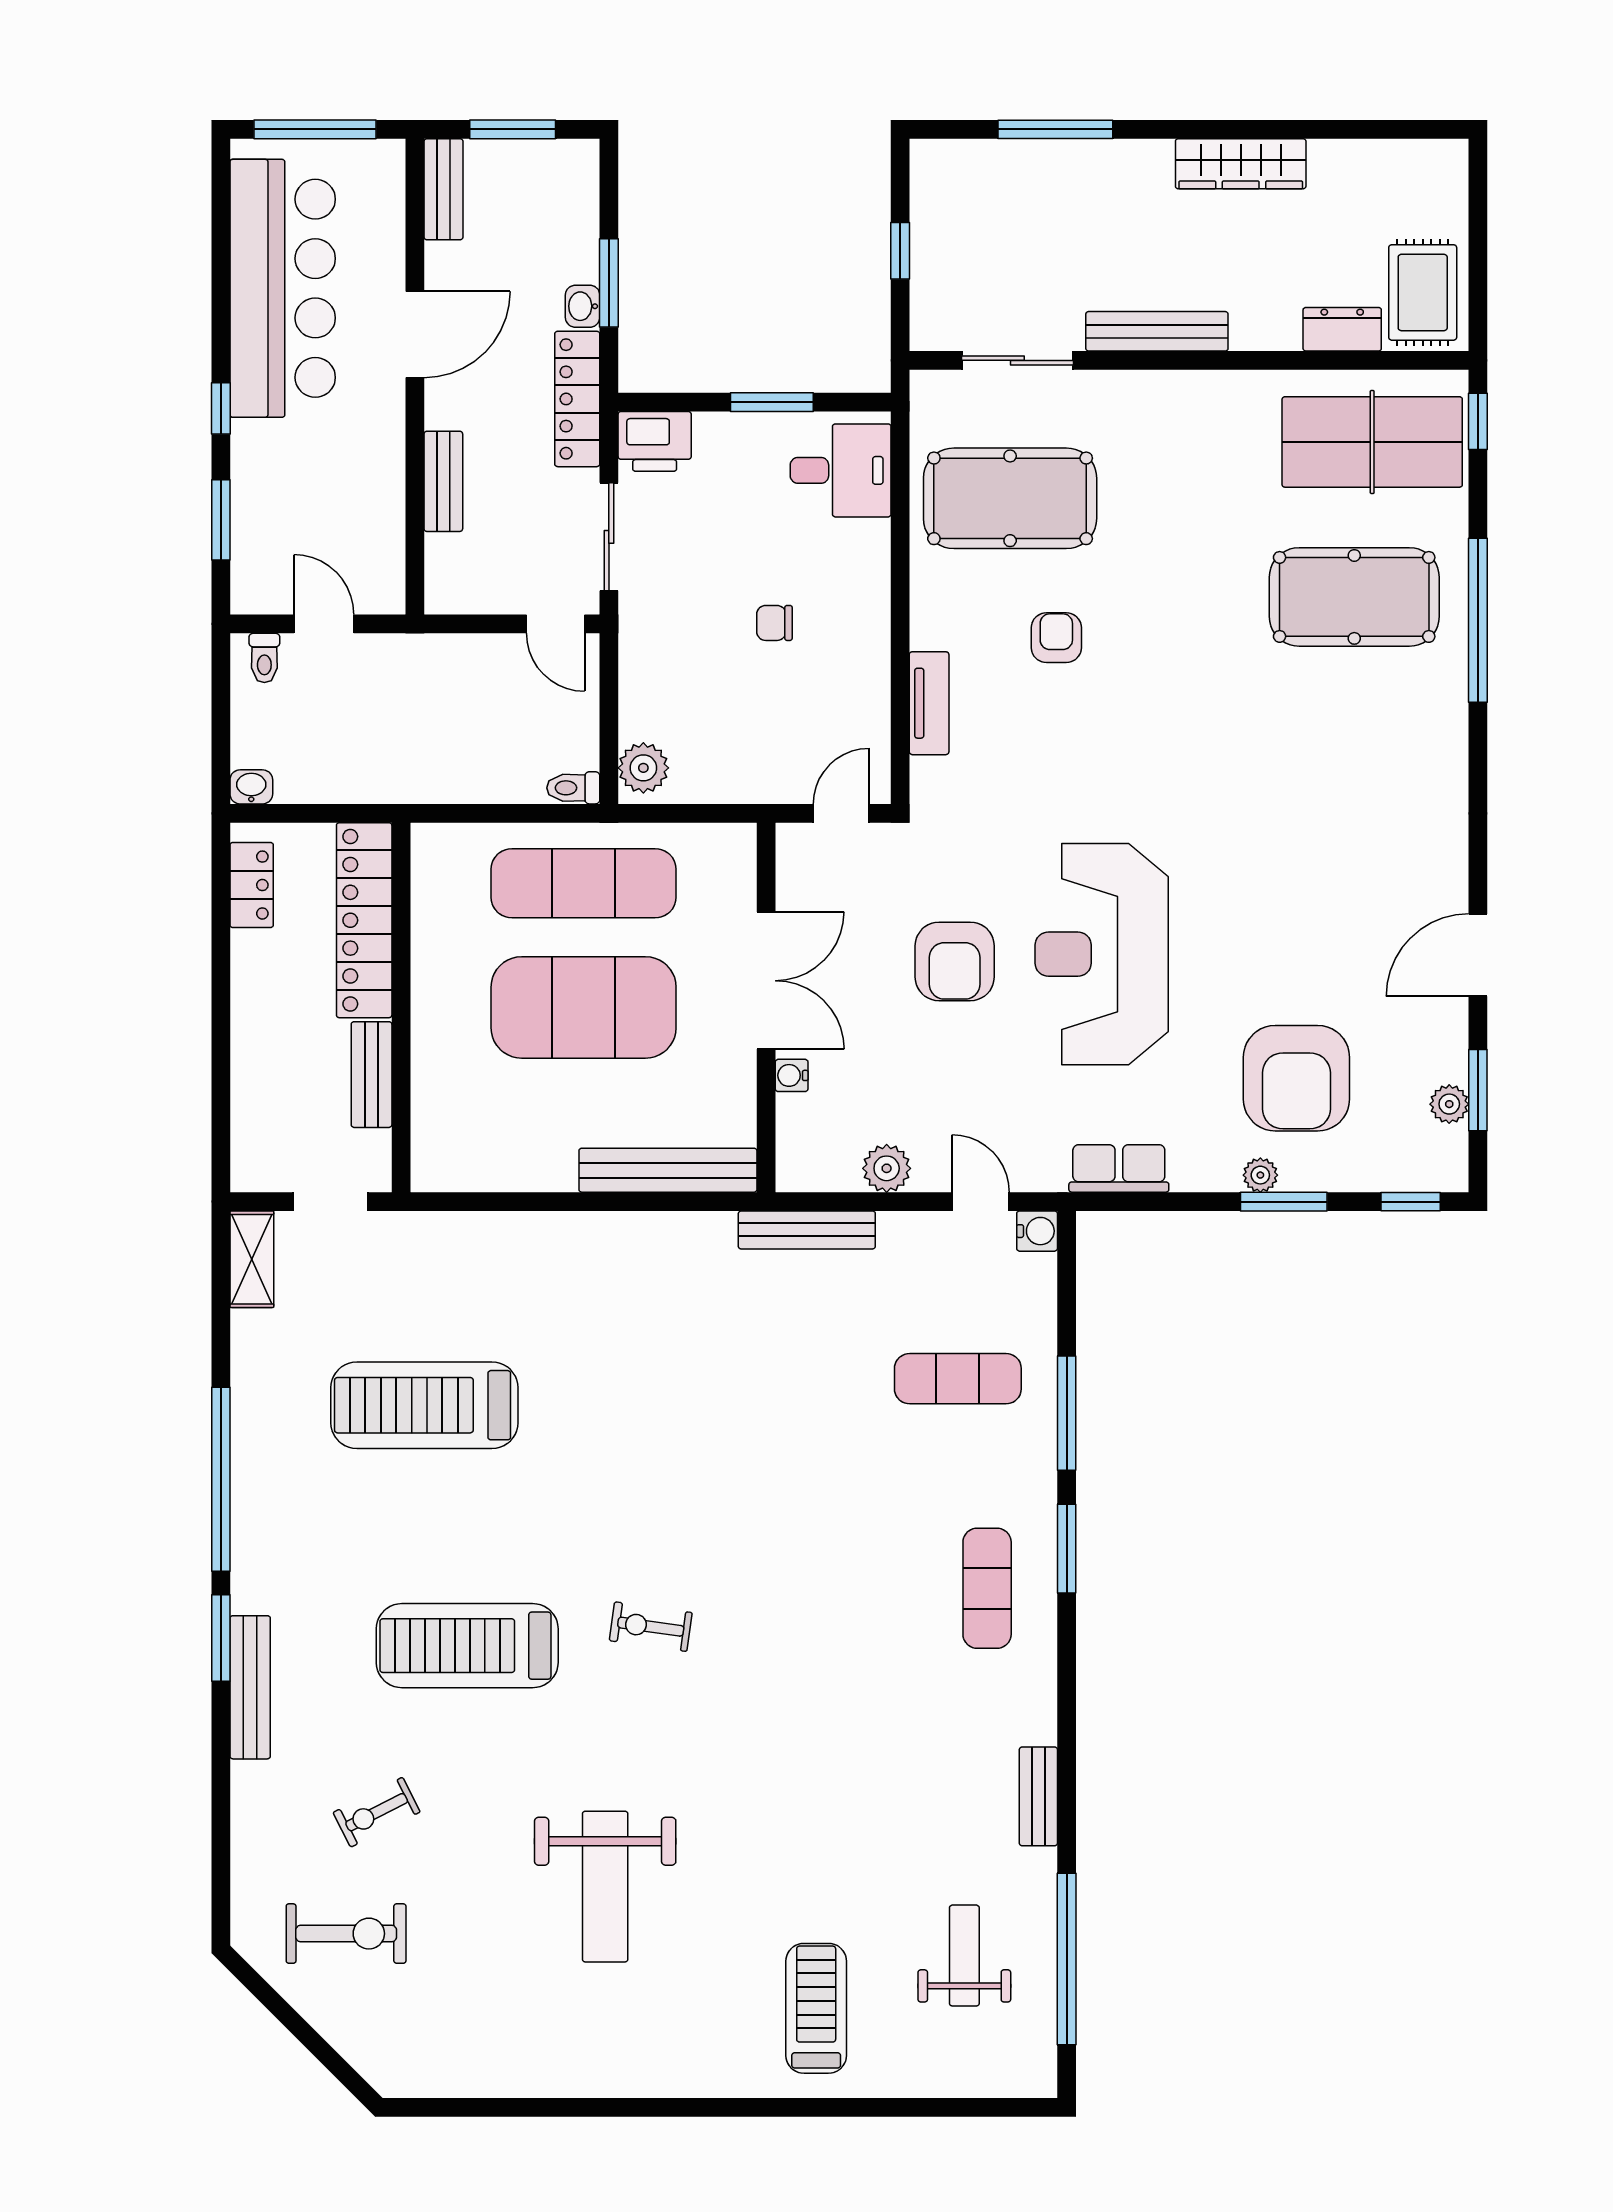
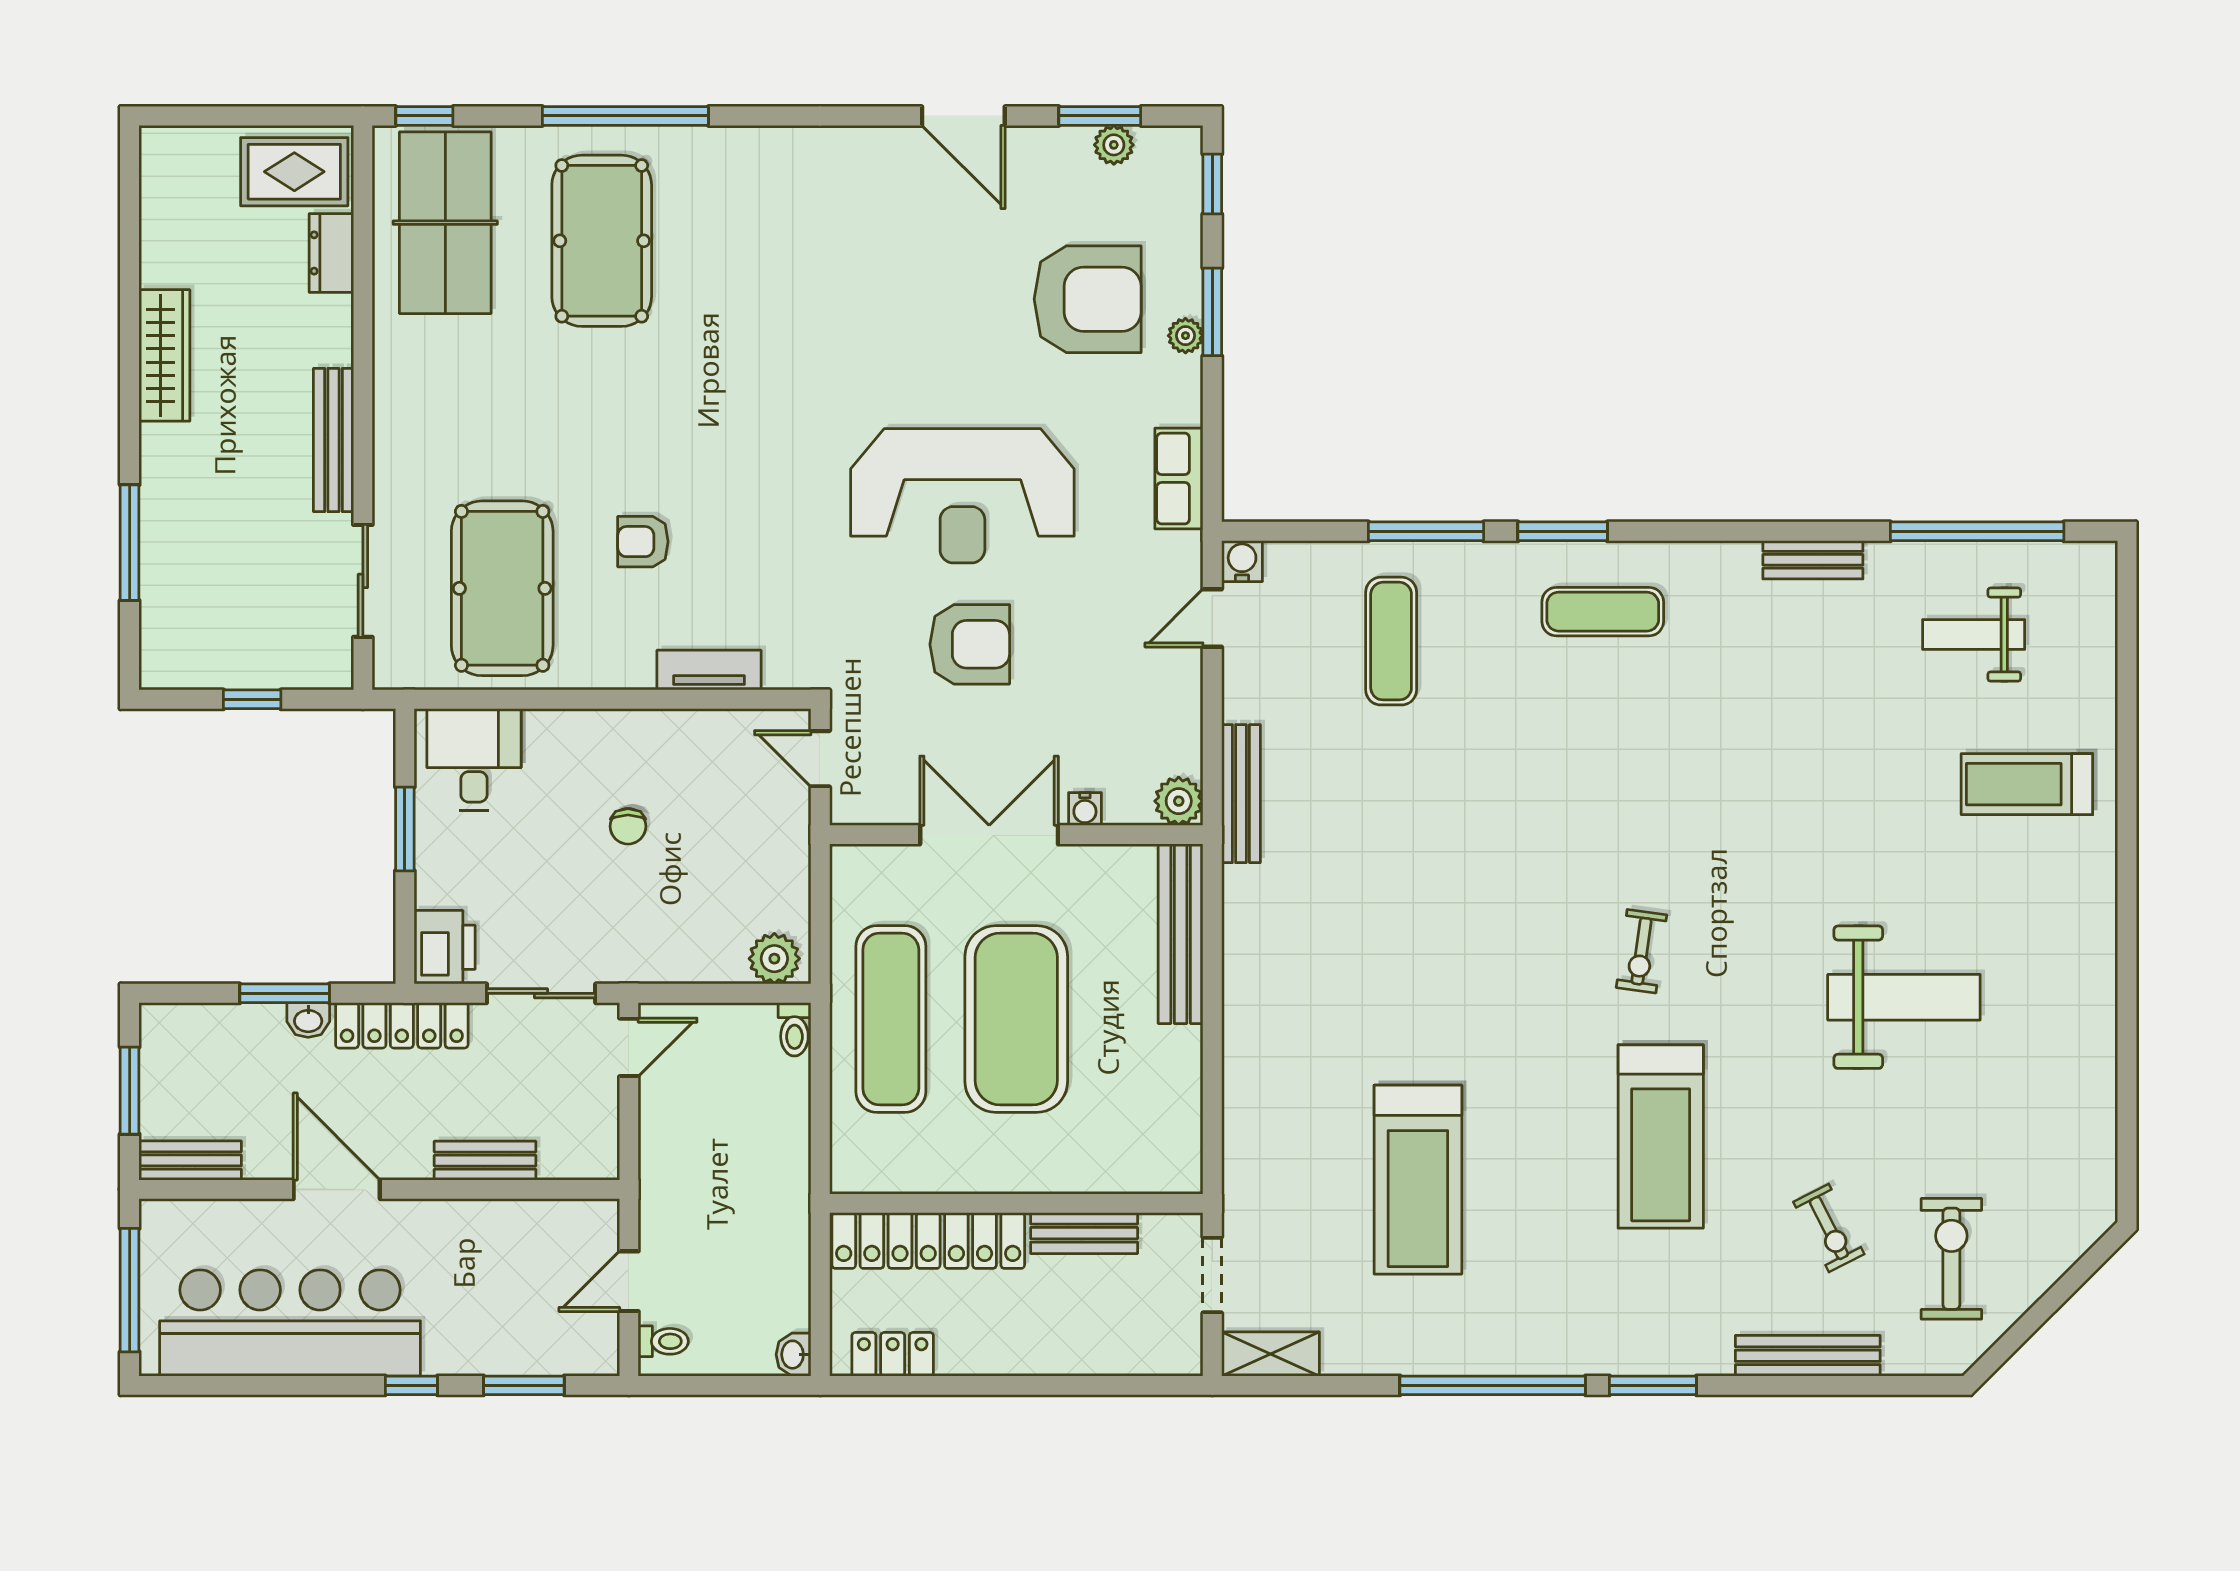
plant: (887, 1168) -> (1179, 801), moved
bench: (250, 1687) -> (1808, 1356), moved

